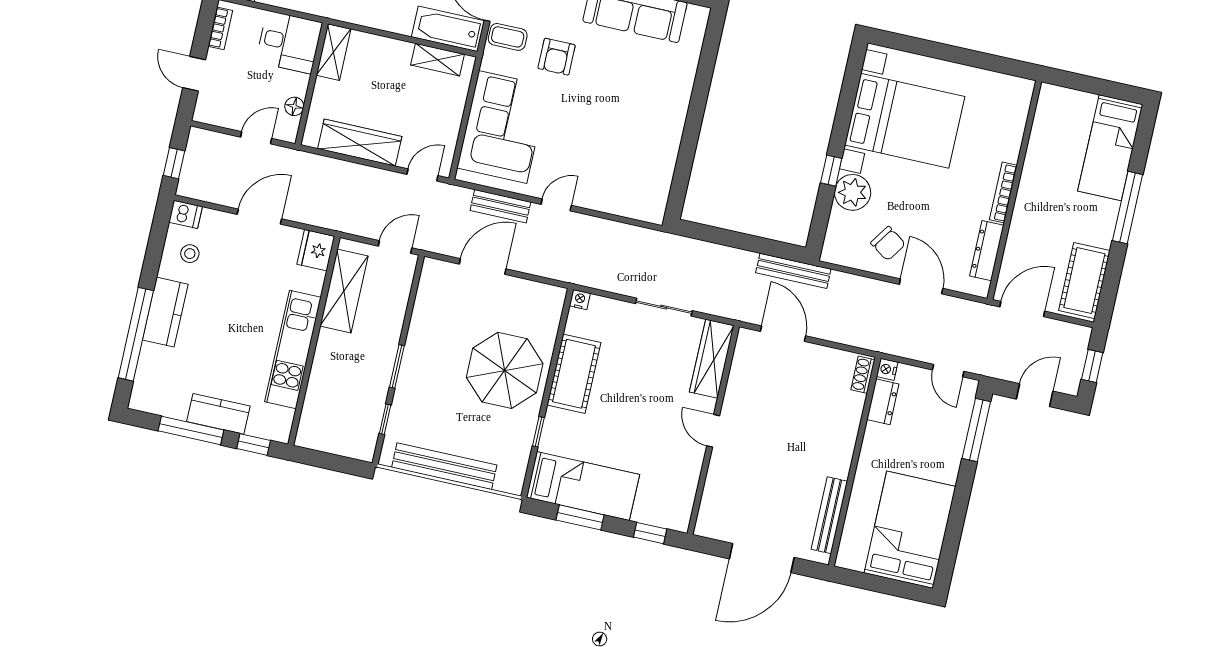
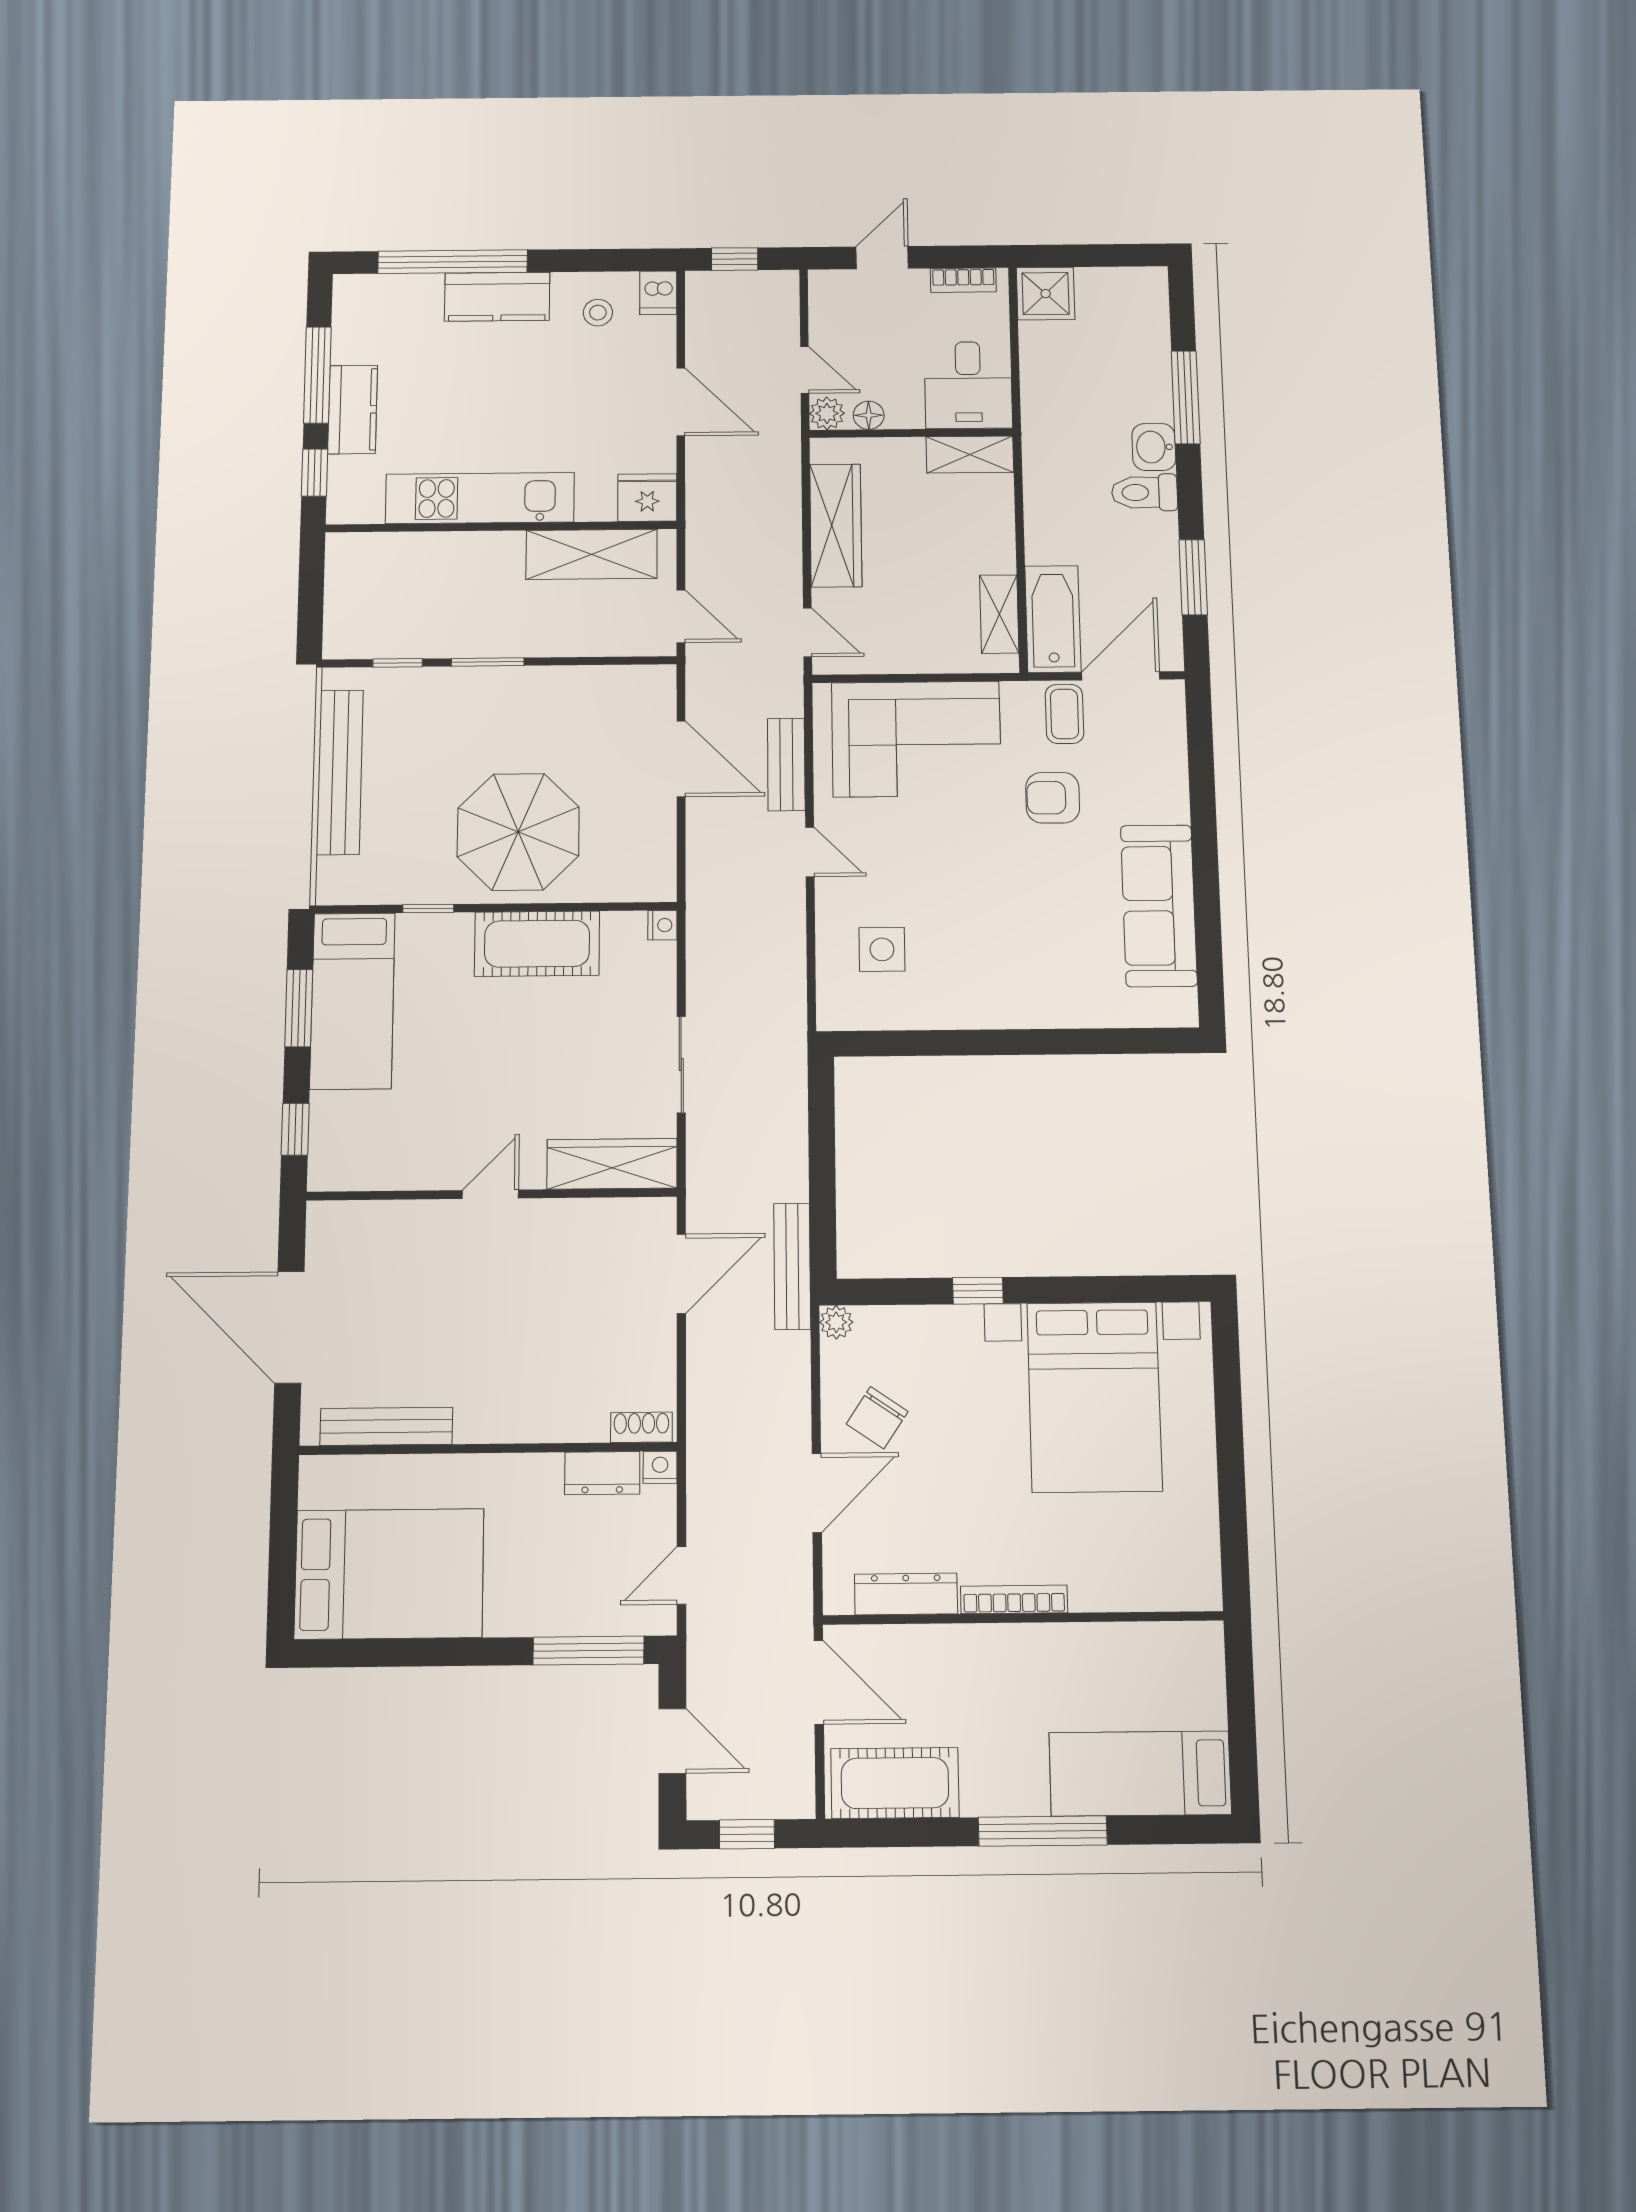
plant: (287, 131) -> (827, 413), added
side table: (624, 177) -> (882, 949), added
plant: (853, 192) -> (836, 1322), moved, width x0.53, depth x0.53

